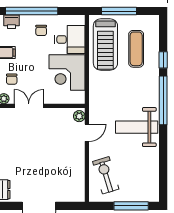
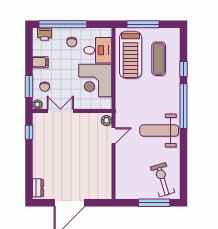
exercise bike: (106, 175) -> (162, 180), moved

